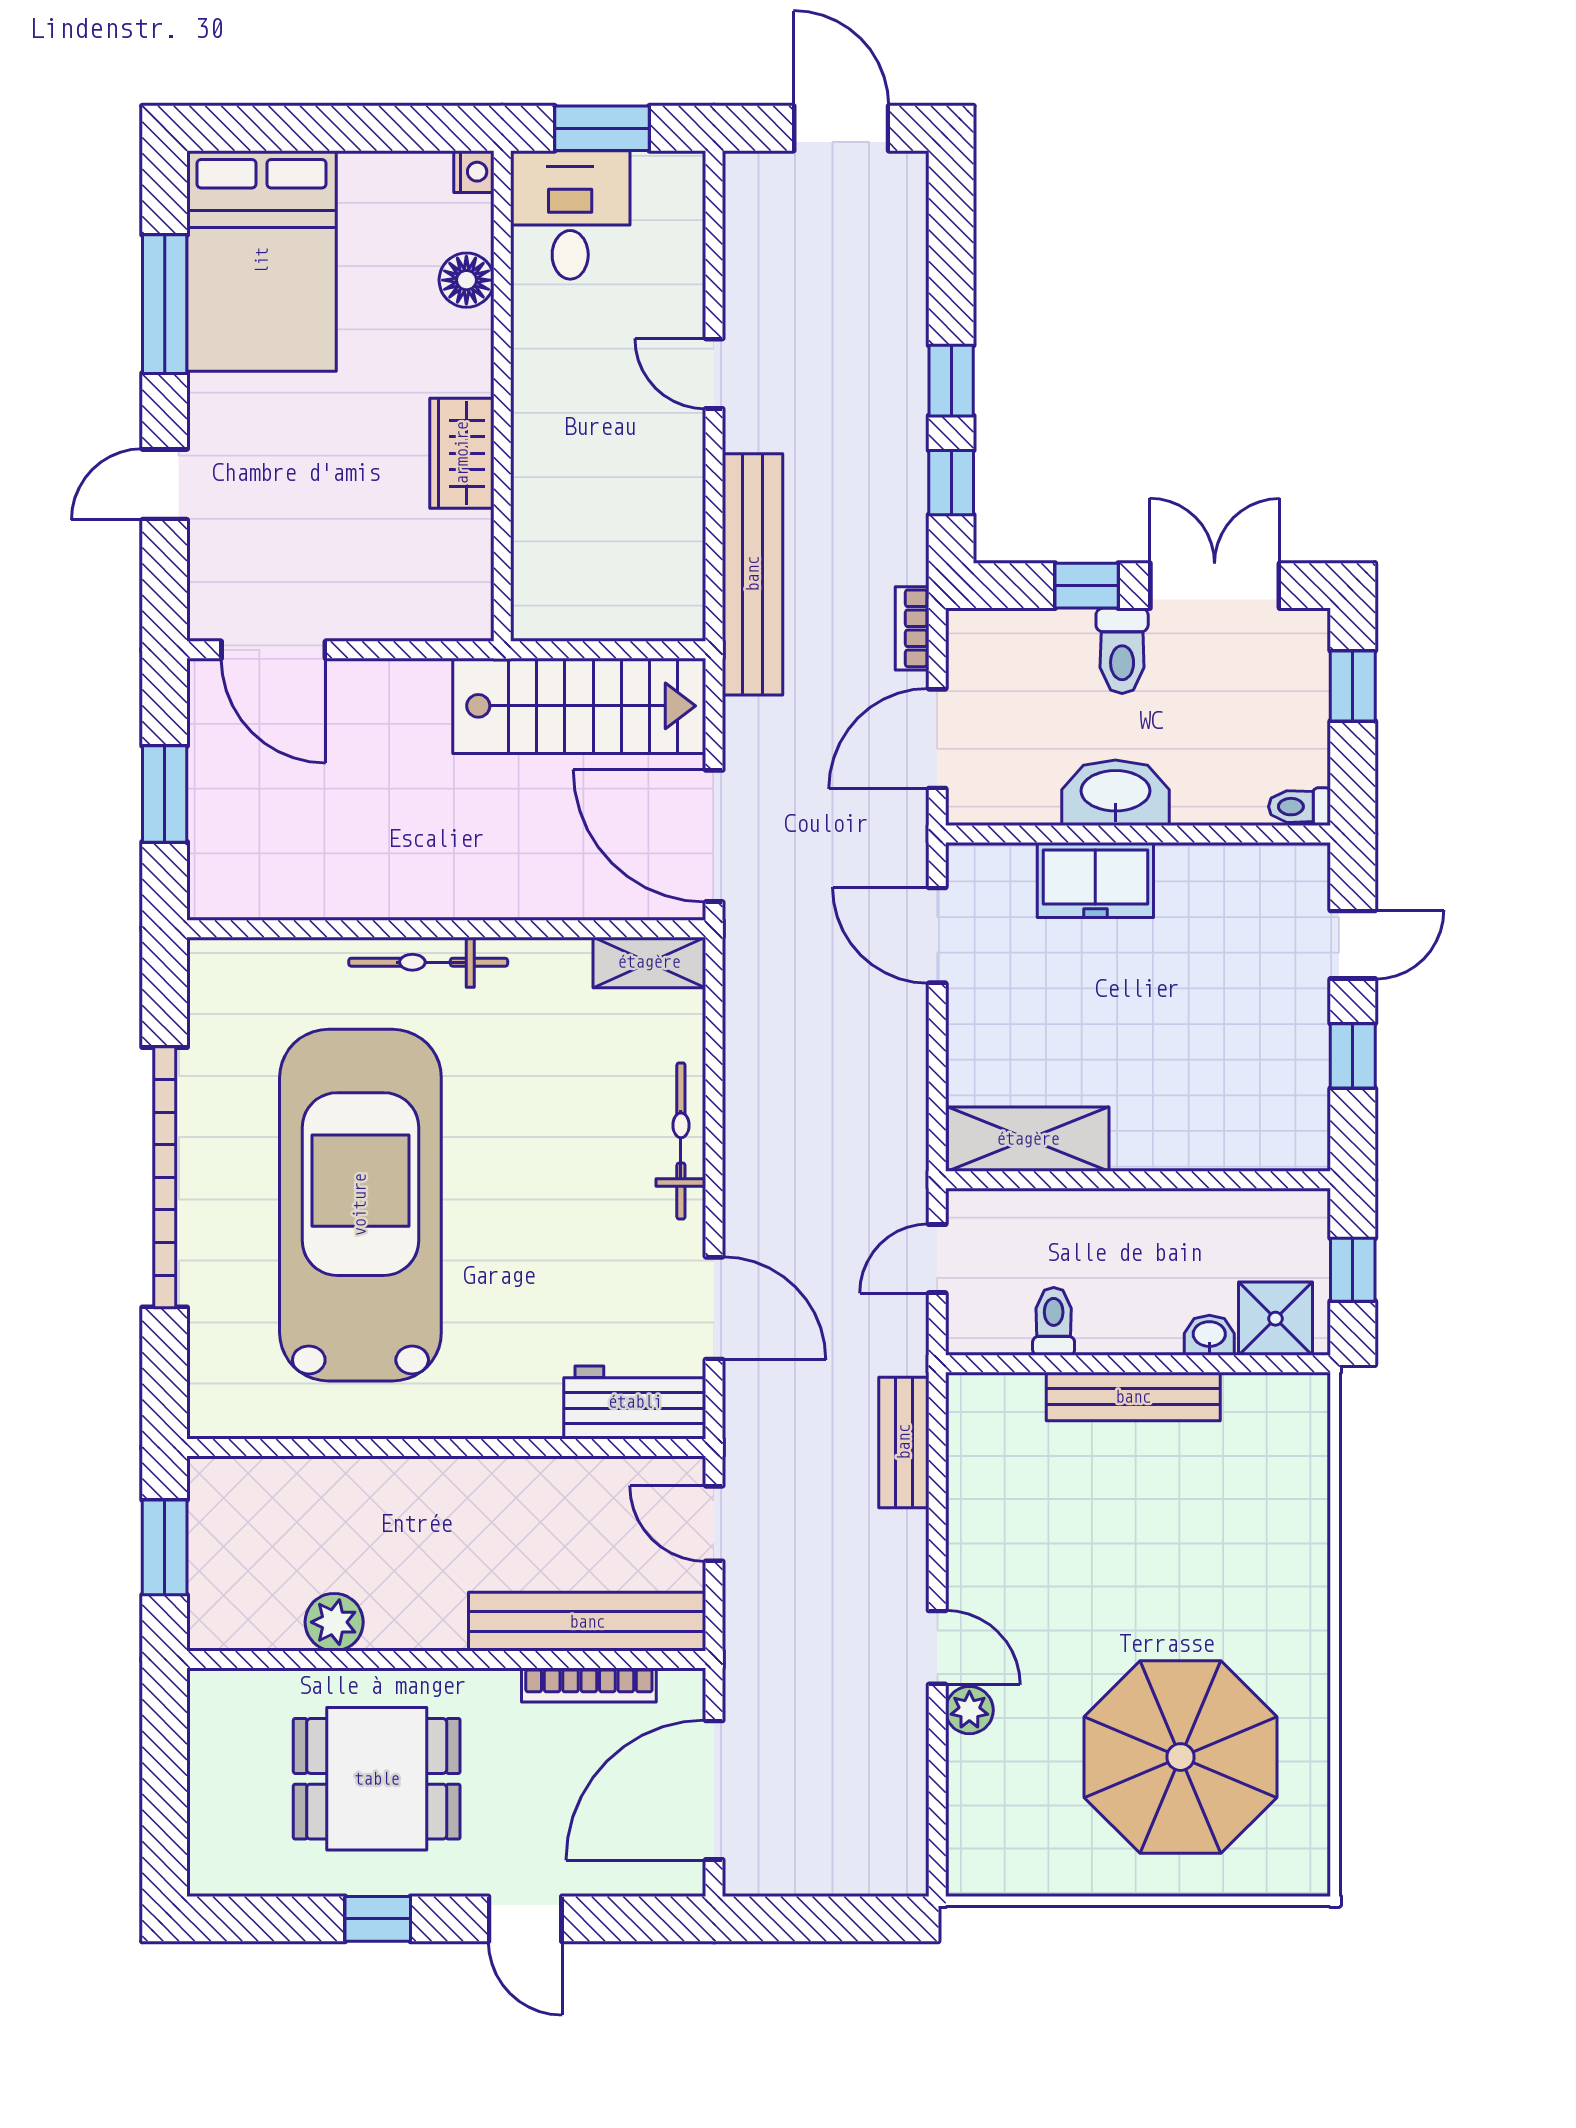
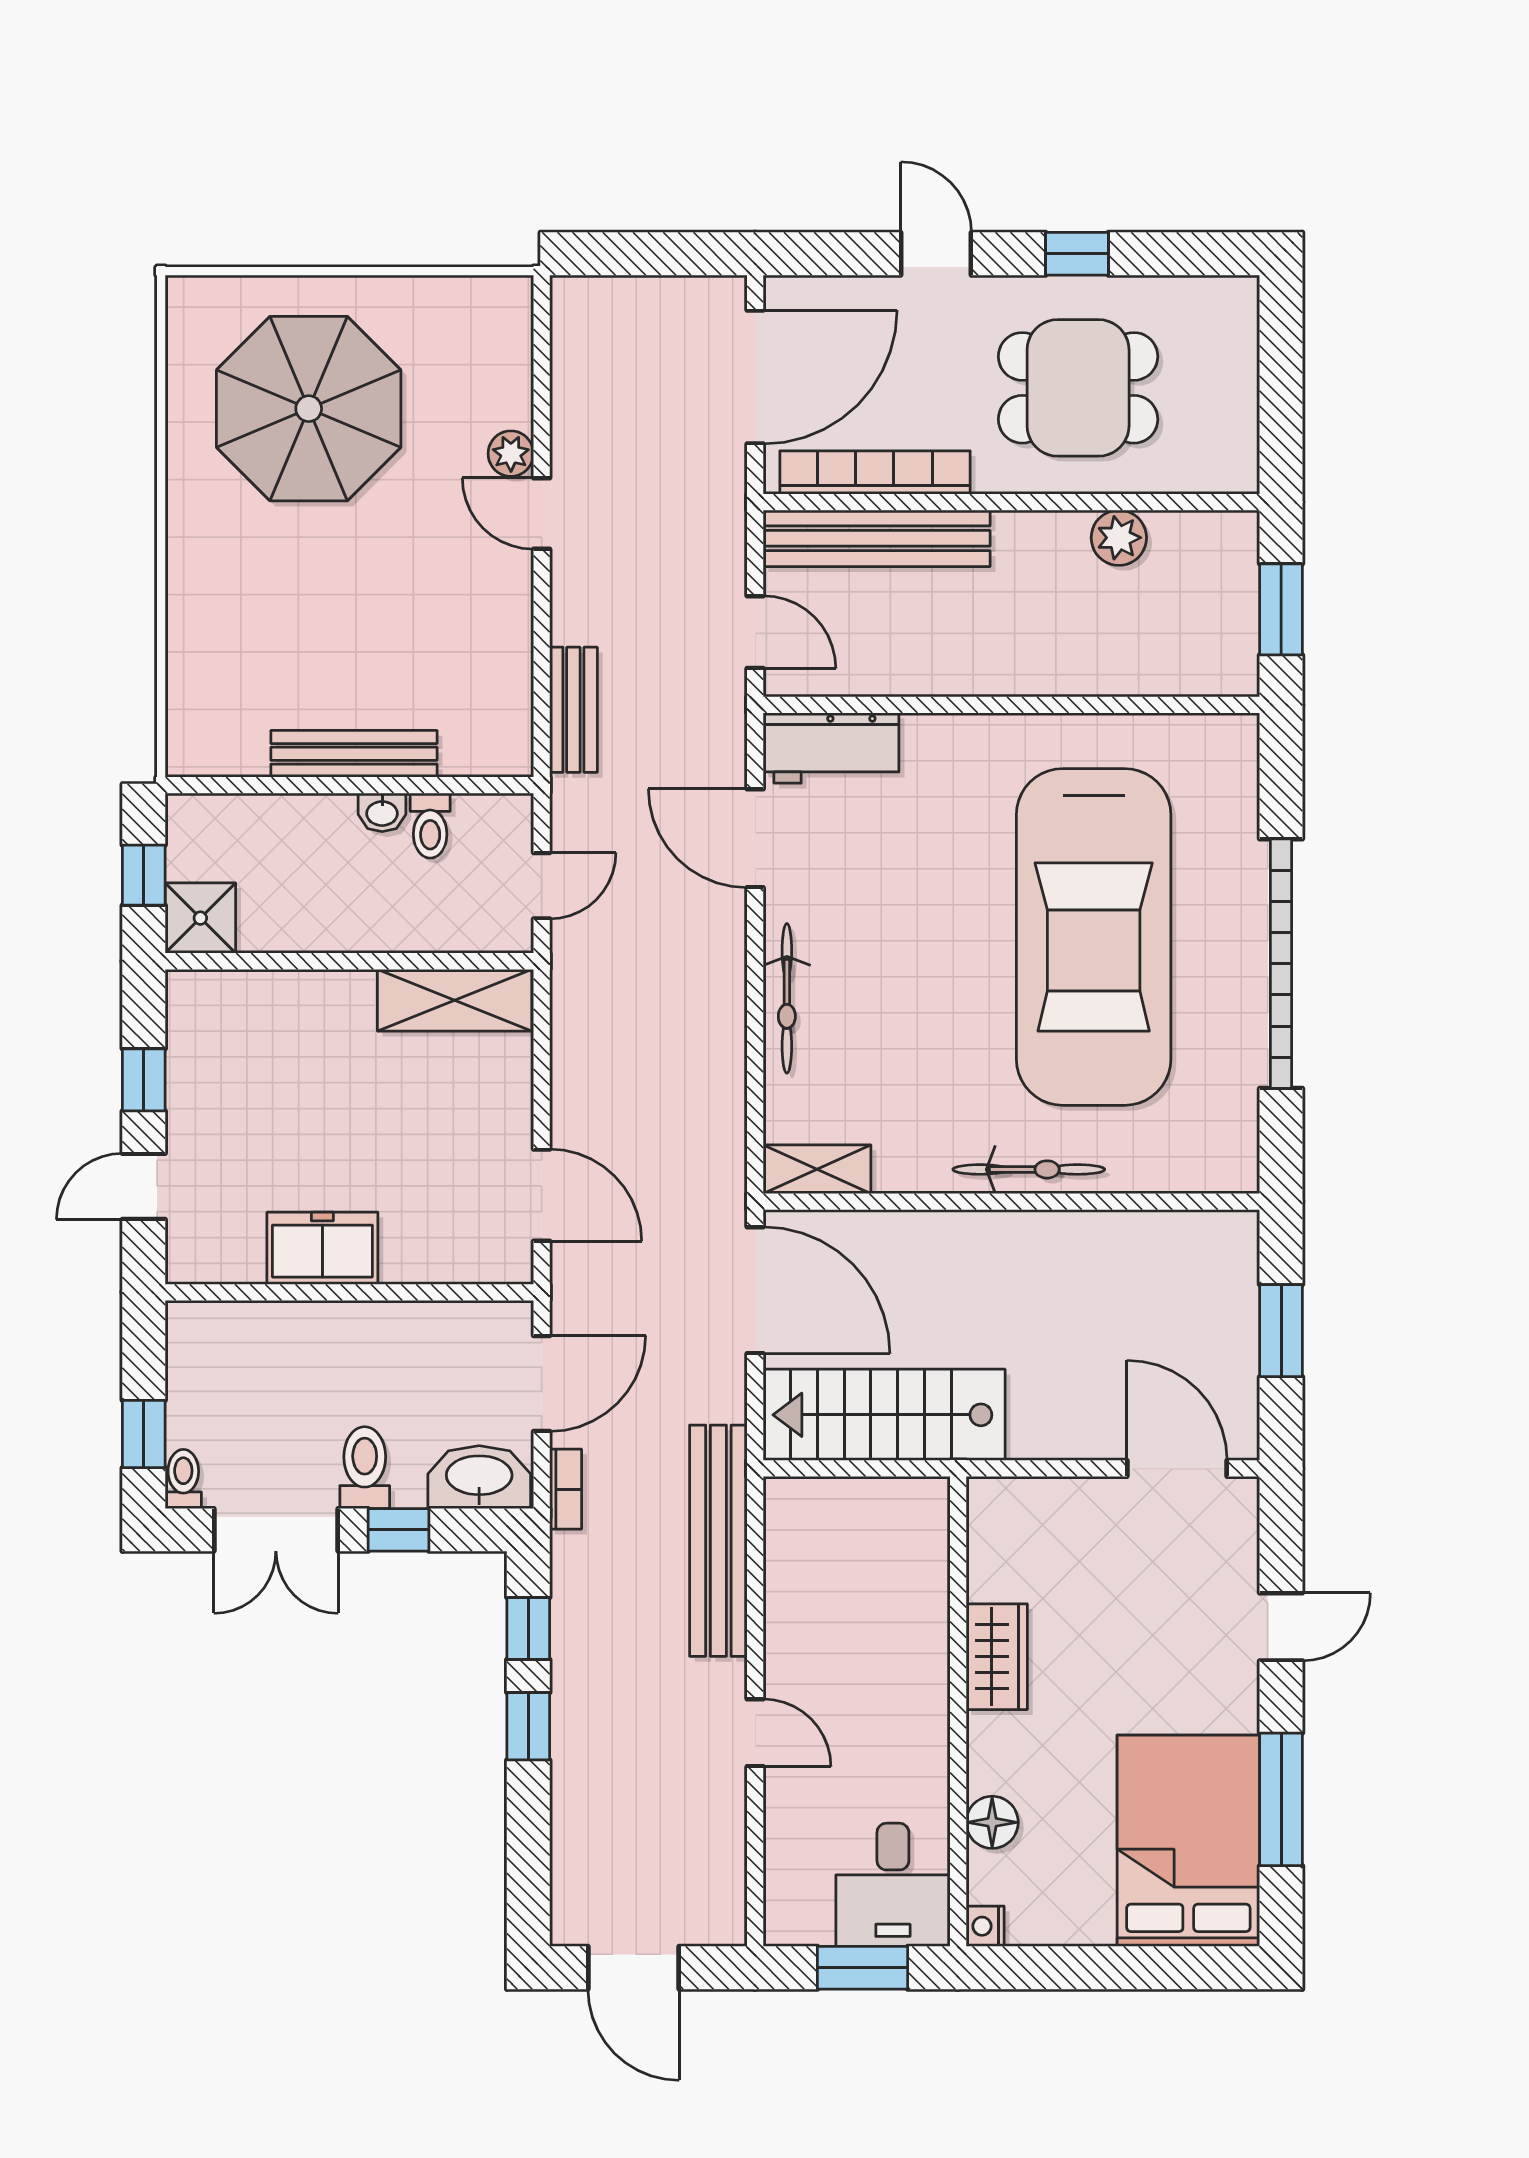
washbasin: (1115, 793) -> (479, 1477), moved, turned 180
toilet: (1300, 807) -> (183, 1479), moved, turned -90
freezer: (1095, 880) -> (322, 1248), moved
shower: (1275, 1319) -> (200, 918), moved
washbasin: (1209, 1335) -> (382, 812), moved
bookcase: (589, 1685) -> (875, 472), width x1.48, depth x1.31

